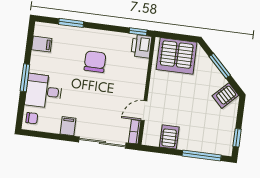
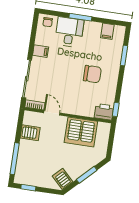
server rack: (177, 56) -> (81, 132), moved, turned -90

